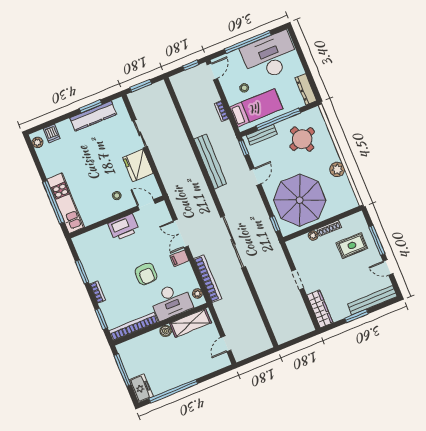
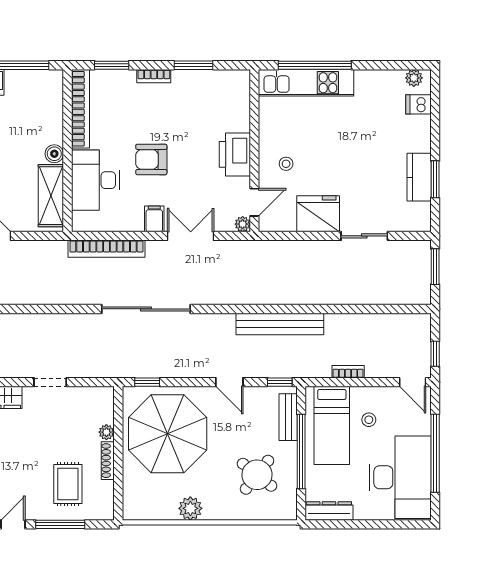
kitchen counter: (93, 116) -> (419, 177), width x0.67
round table: (302, 139) -> (257, 475), turned -32
plant: (197, 294) -> (243, 224), moved

